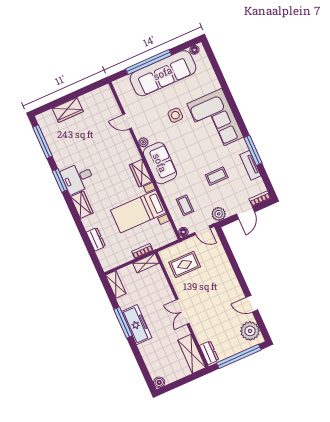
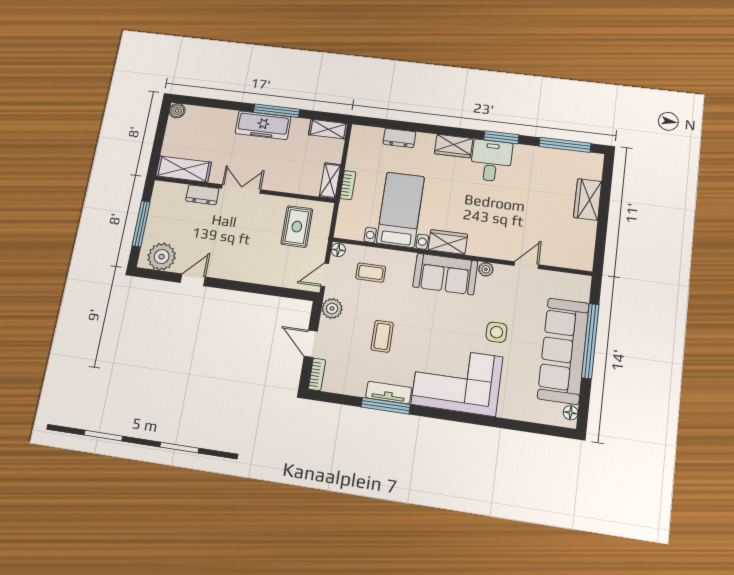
tv unit: (250, 165) -> (389, 393), moved
dresser: (209, 353) -> (202, 195), moved
window: (239, 356) -> (141, 224), width x0.68

